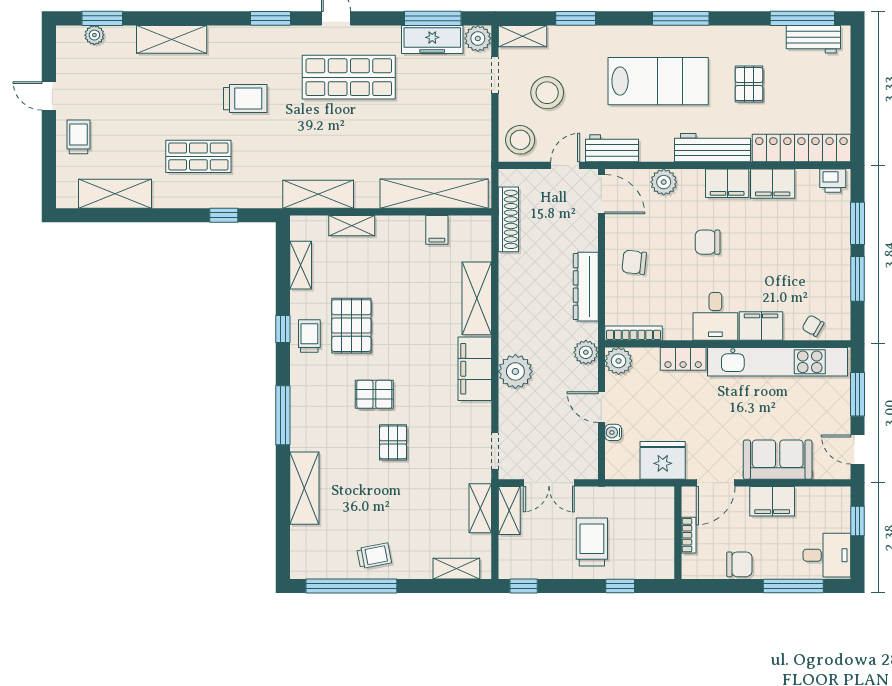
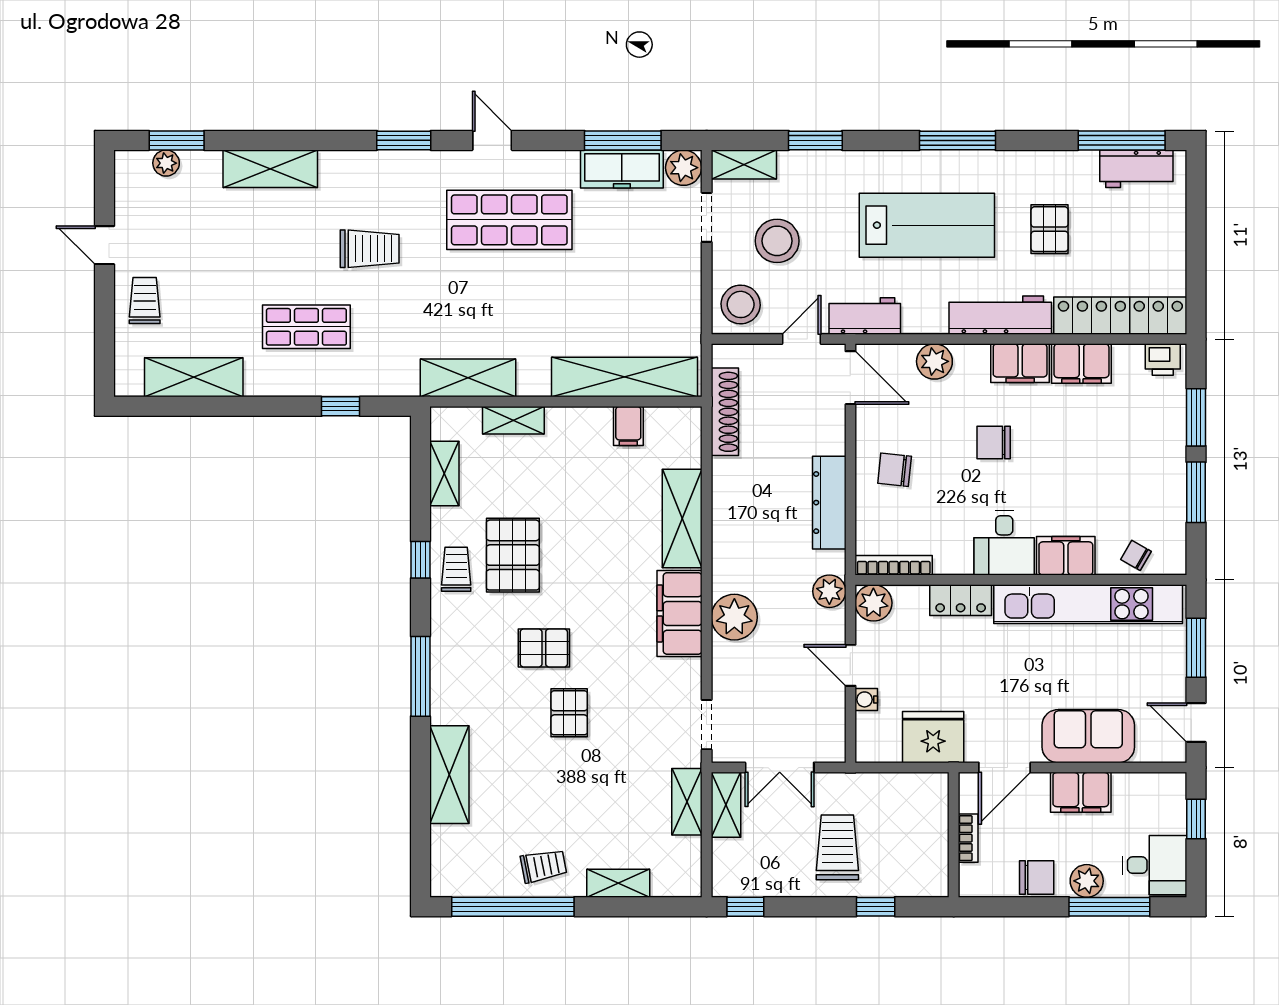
plant: (777, 567) -> (1087, 881), added
shelving: (456, 569) -> (618, 883), moved

